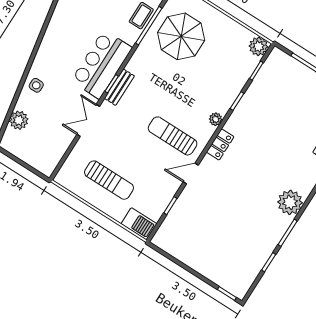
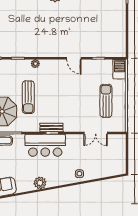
plant: (19, 120) -> (40, 183), moved
double door: (88, 120) -> (96, 133), moved
sun lounger: (173, 136) -> (28, 97), moved
locker: (220, 144) -> (48, 52), removed

